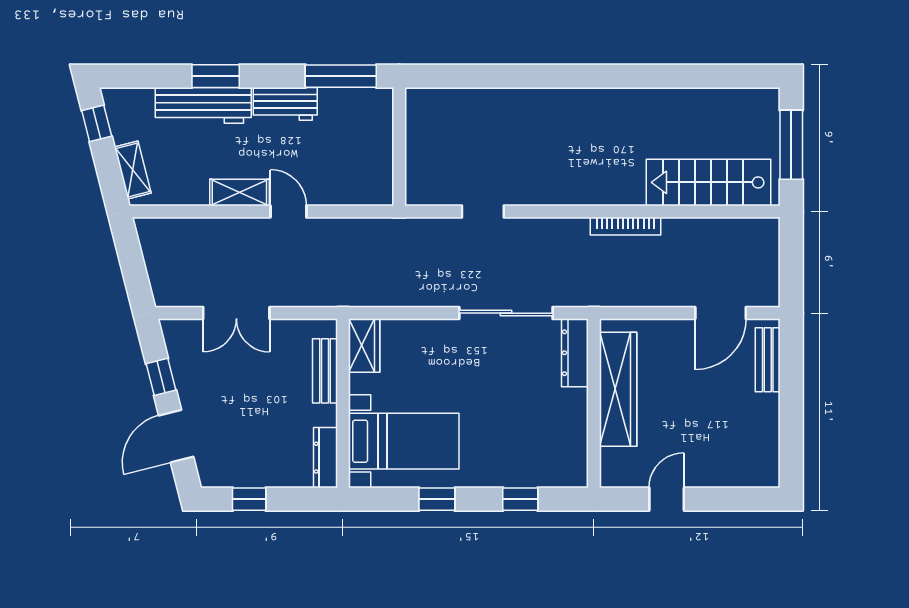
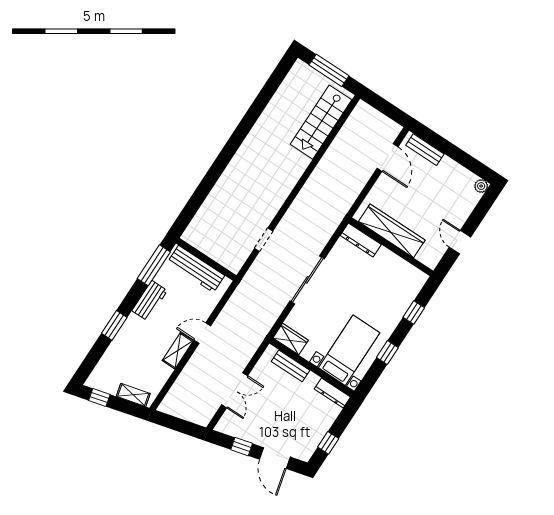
workbench: (203, 105) -> (196, 269), moved, turned 90
bookcase: (625, 226) -> (316, 176), removed
sliding door: (506, 313) -> (307, 280), moved
plant: (768, 476) -> (481, 186), added

